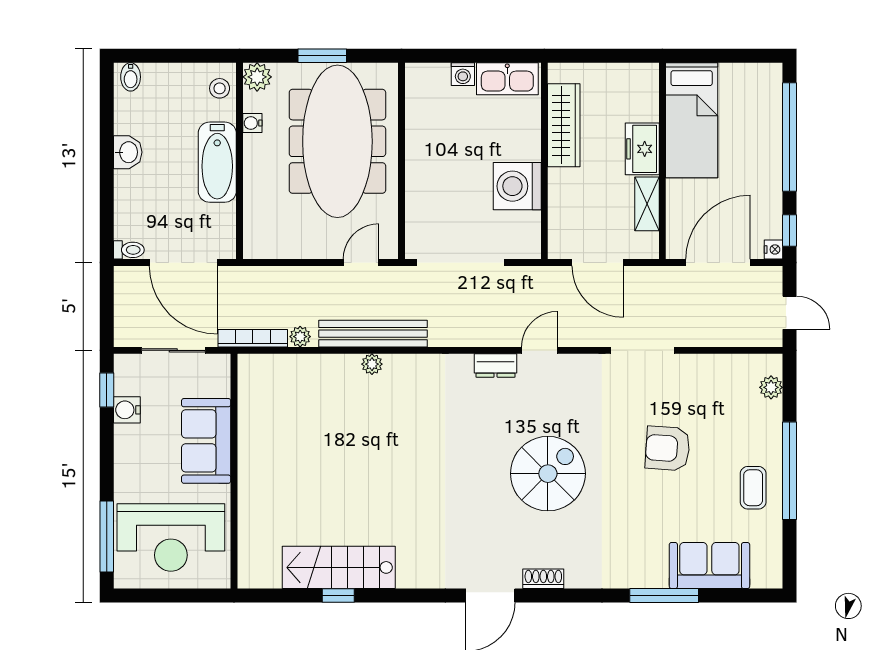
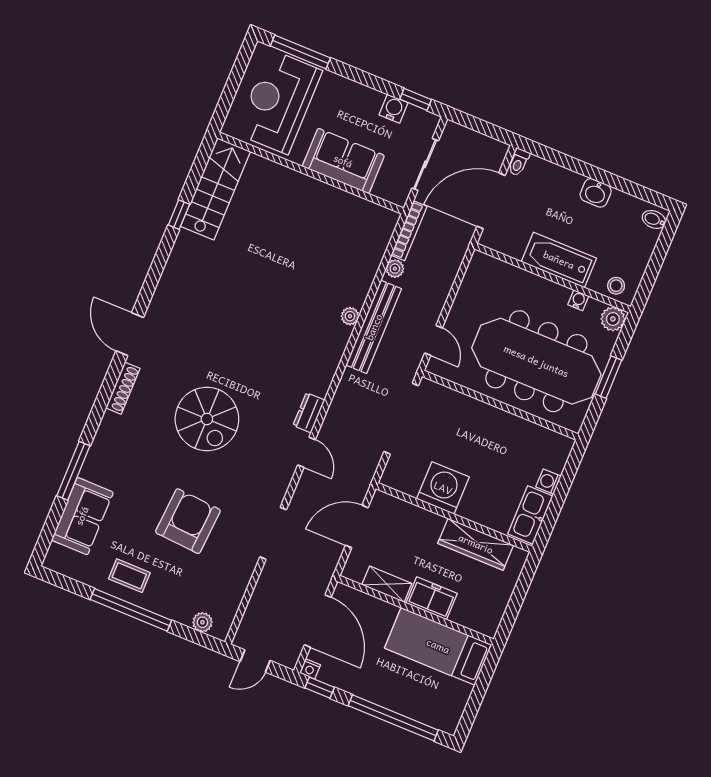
armchair: (668, 448) -> (188, 521), width x1.36, depth x1.36
stairs: (339, 567) -> (216, 189), moved
shoe rack: (543, 579) -> (123, 388), width x1.43

